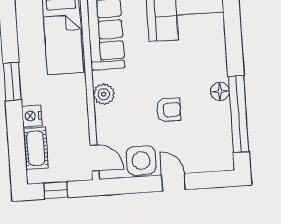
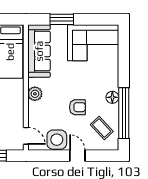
coffee table: (207, 139) -> (102, 128), added

